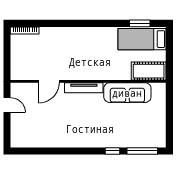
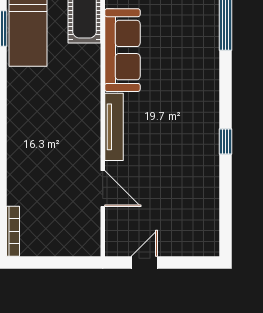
window: (112, 151) -> (225, 142), moved

